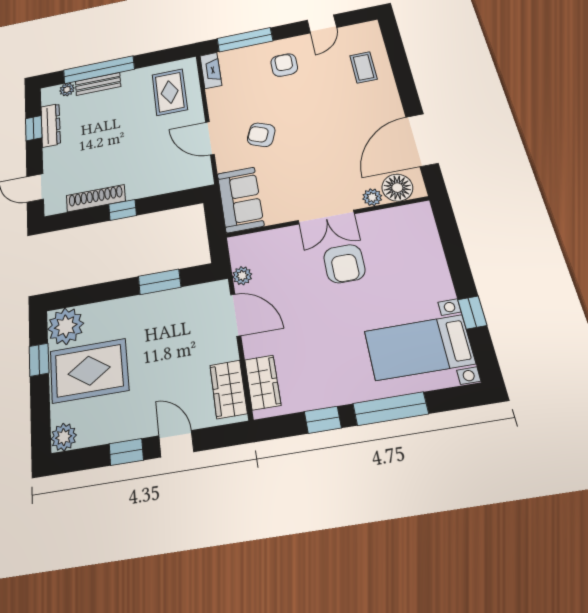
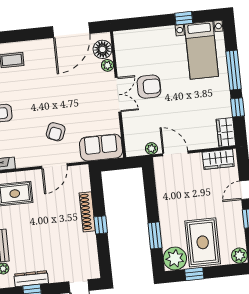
door: (422, 140) -> (71, 30), hinge flipped
shoe rack: (96, 198) -> (87, 212), moved
window: (160, 282) -> (155, 235), moved
door: (236, 315) -> (175, 153), hinge flipped
wardrobe: (263, 382) -> (226, 132), moved, turned -90

